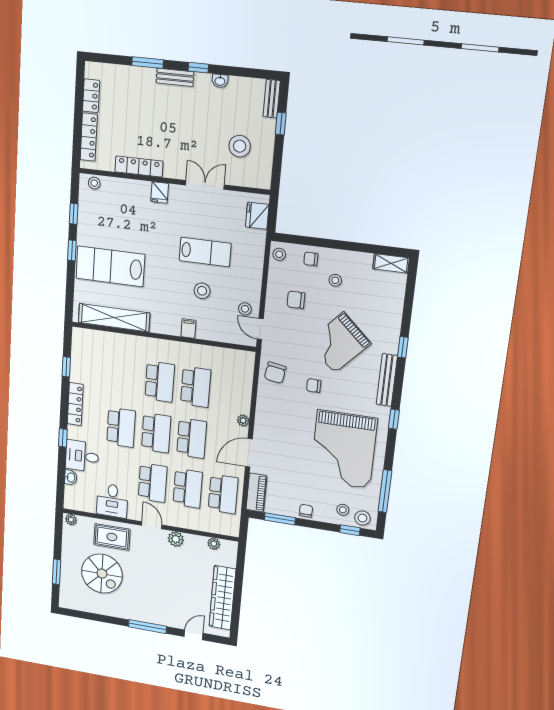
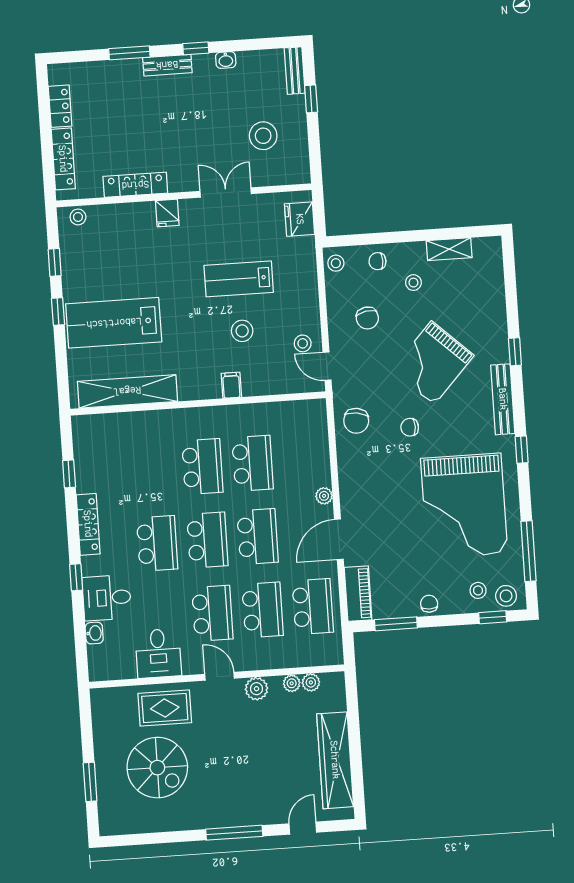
lab bench: (205, 252) -> (239, 279), turned 180
shelving: (391, 263) -> (449, 249), moved
chair: (296, 300) -> (367, 318), turned -100
plant: (71, 520) -> (292, 683), moved

